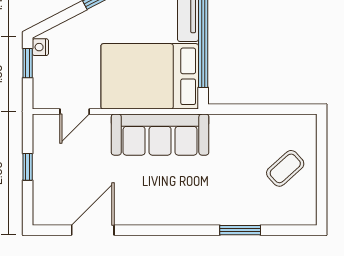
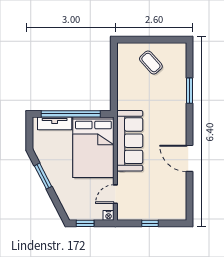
nightstand: (40, 47) -> (109, 215), moved
door: (75, 112) -> (115, 194), swing flipped
door: (93, 230) -> (189, 158), moved

